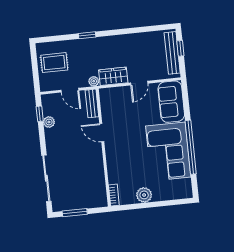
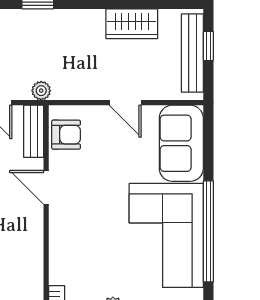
wardrobe: (113, 76) -> (132, 24), moved, turned 180
door: (139, 83) -> (125, 103), hinge flipped
armchair: (109, 103) -> (66, 135), added

